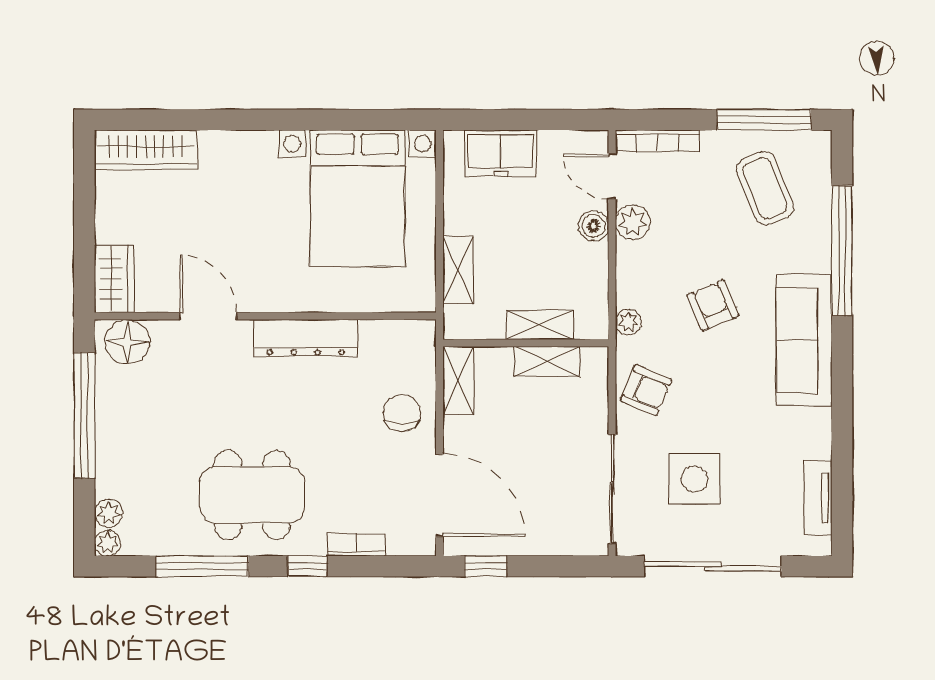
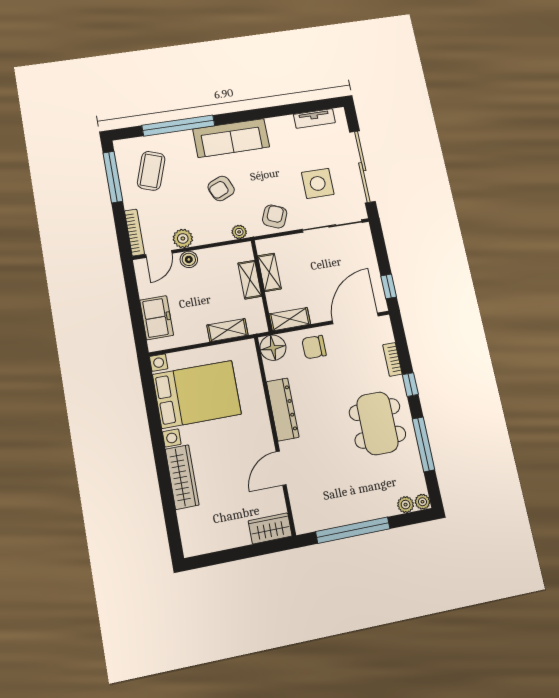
wardrobe: (146, 150) -> (182, 477), moved
coffee table: (765, 188) -> (151, 171), turned -49
floor lamp: (127, 342) -> (273, 348), moved

